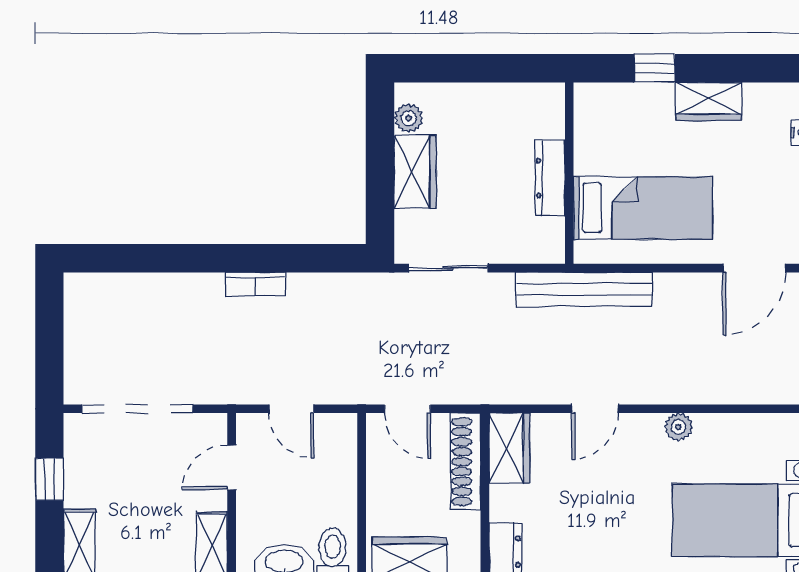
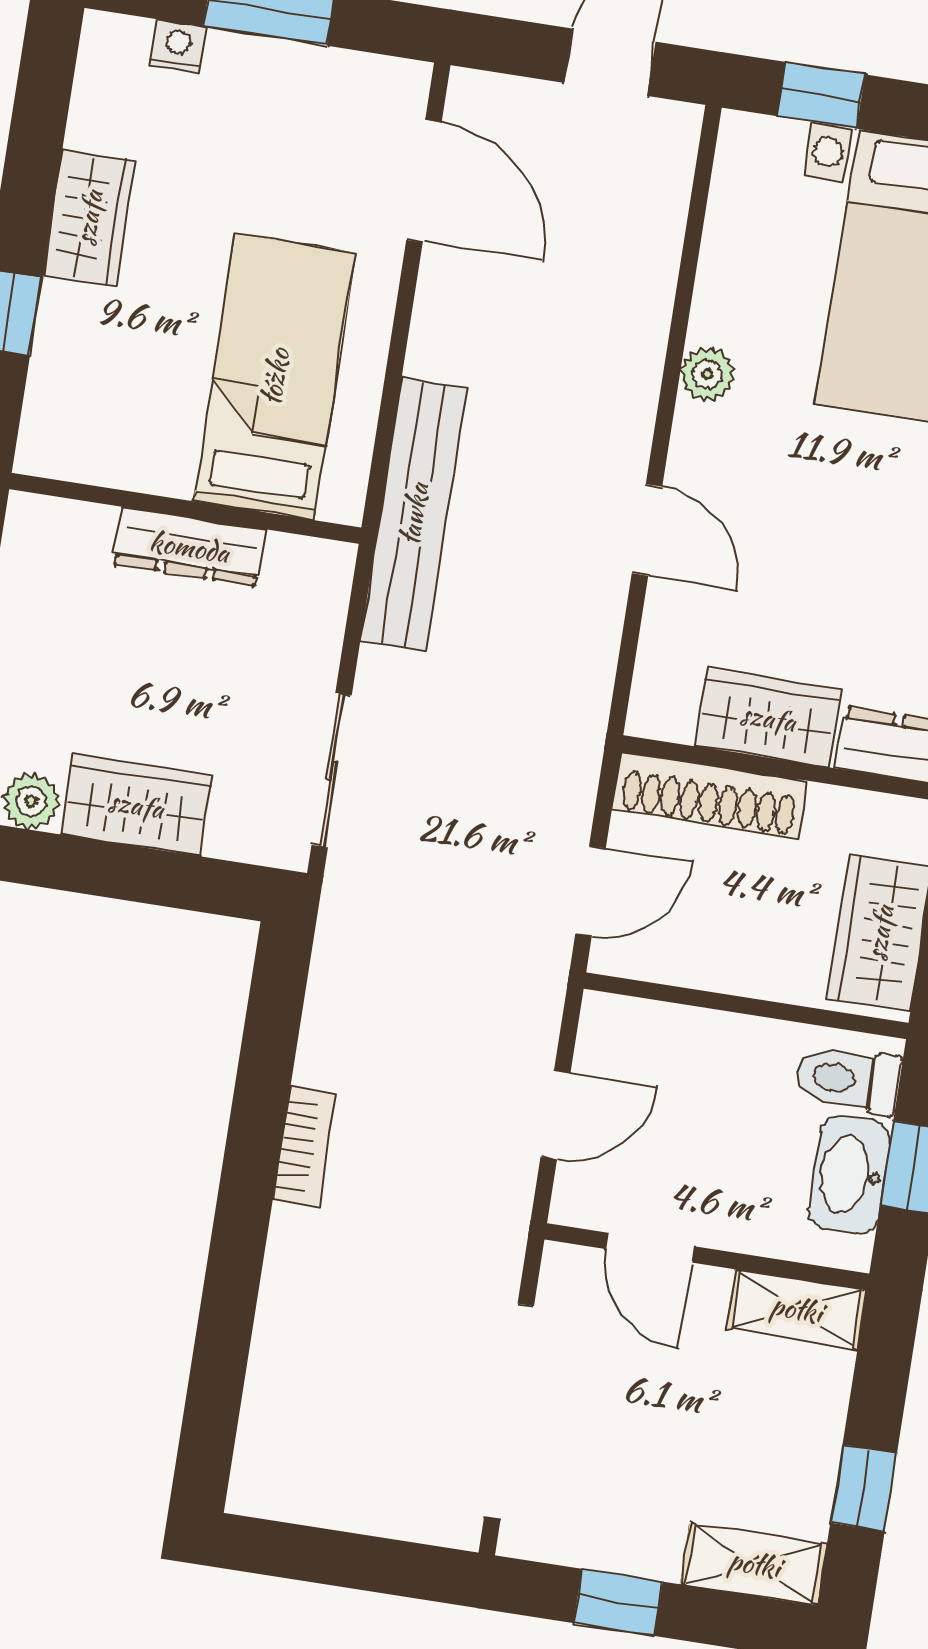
wardrobe: (509, 448) -> (768, 718), moved

